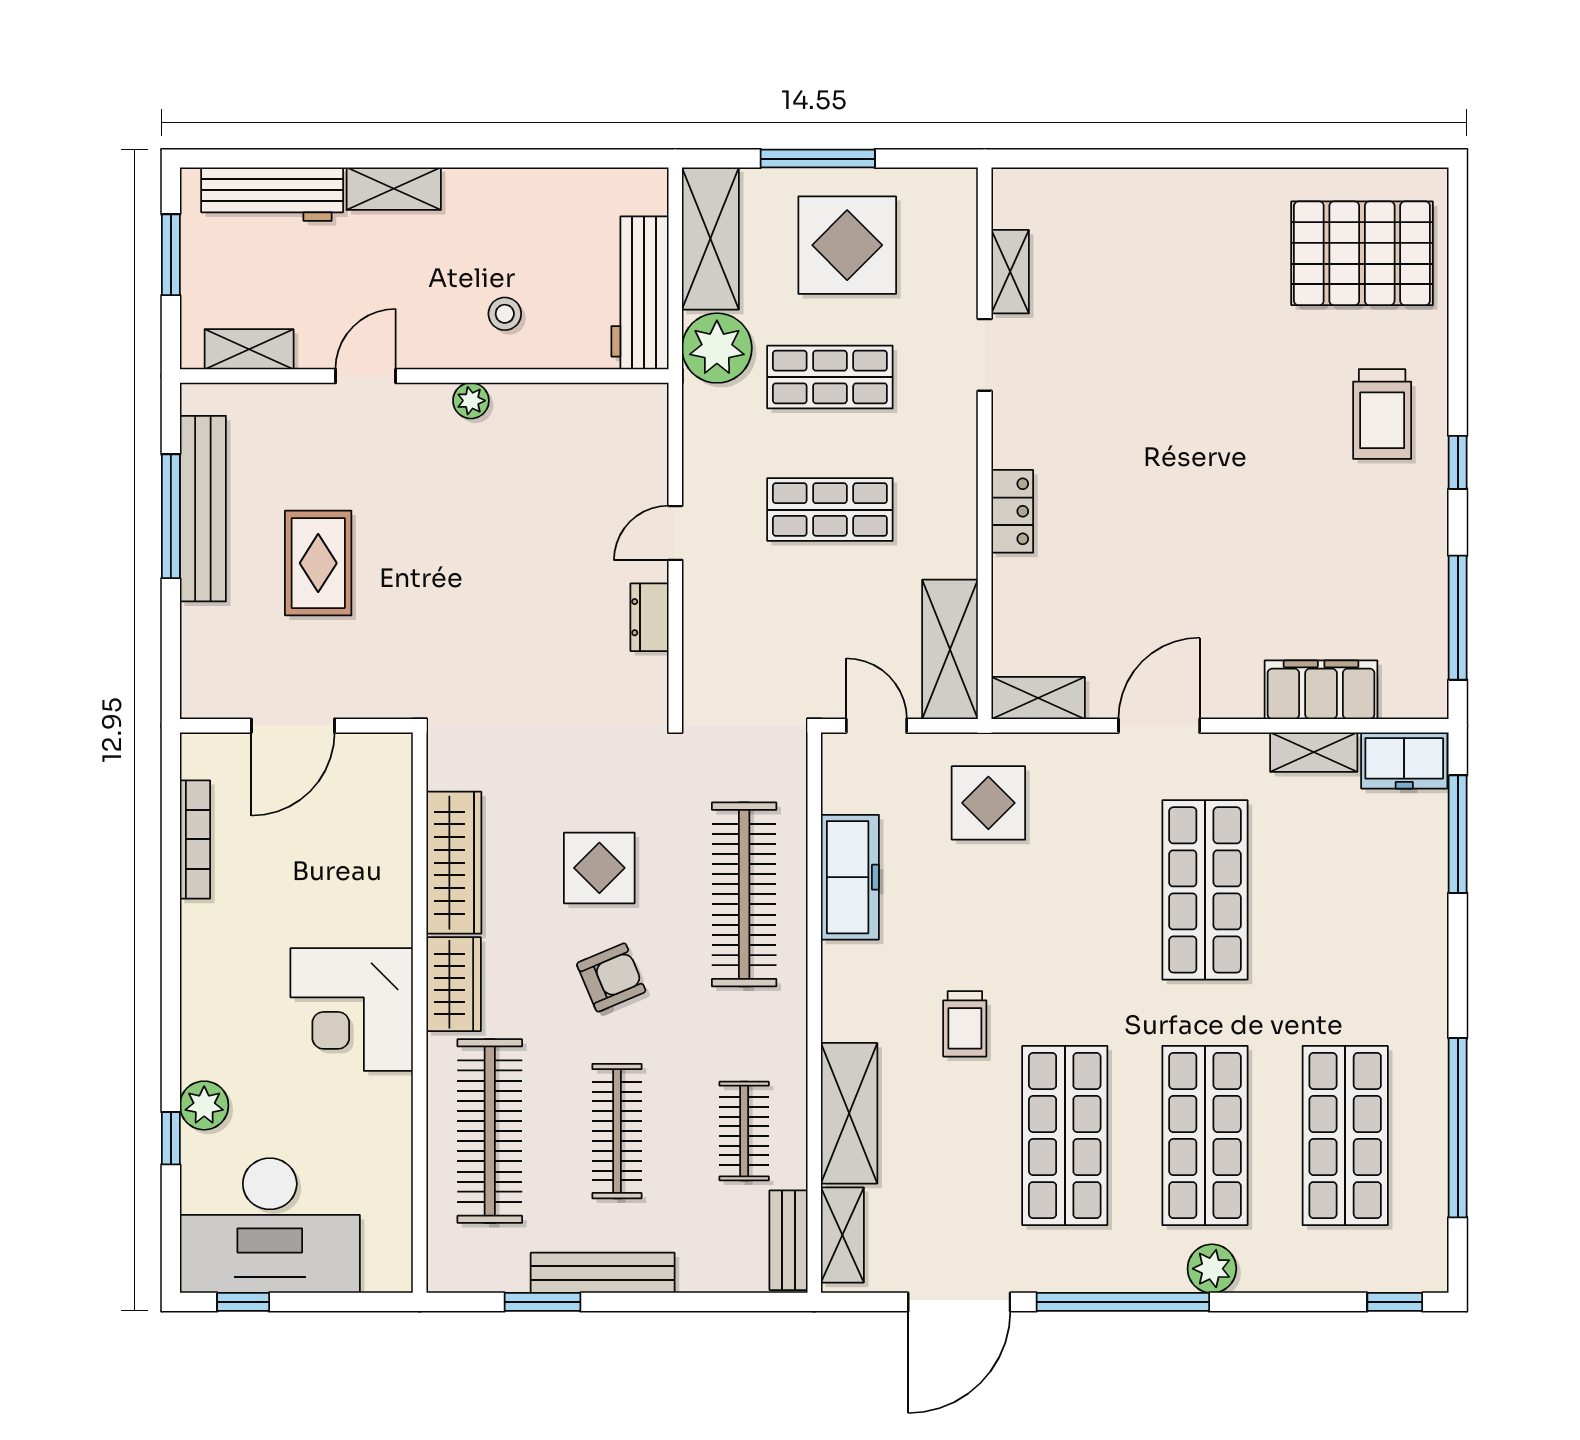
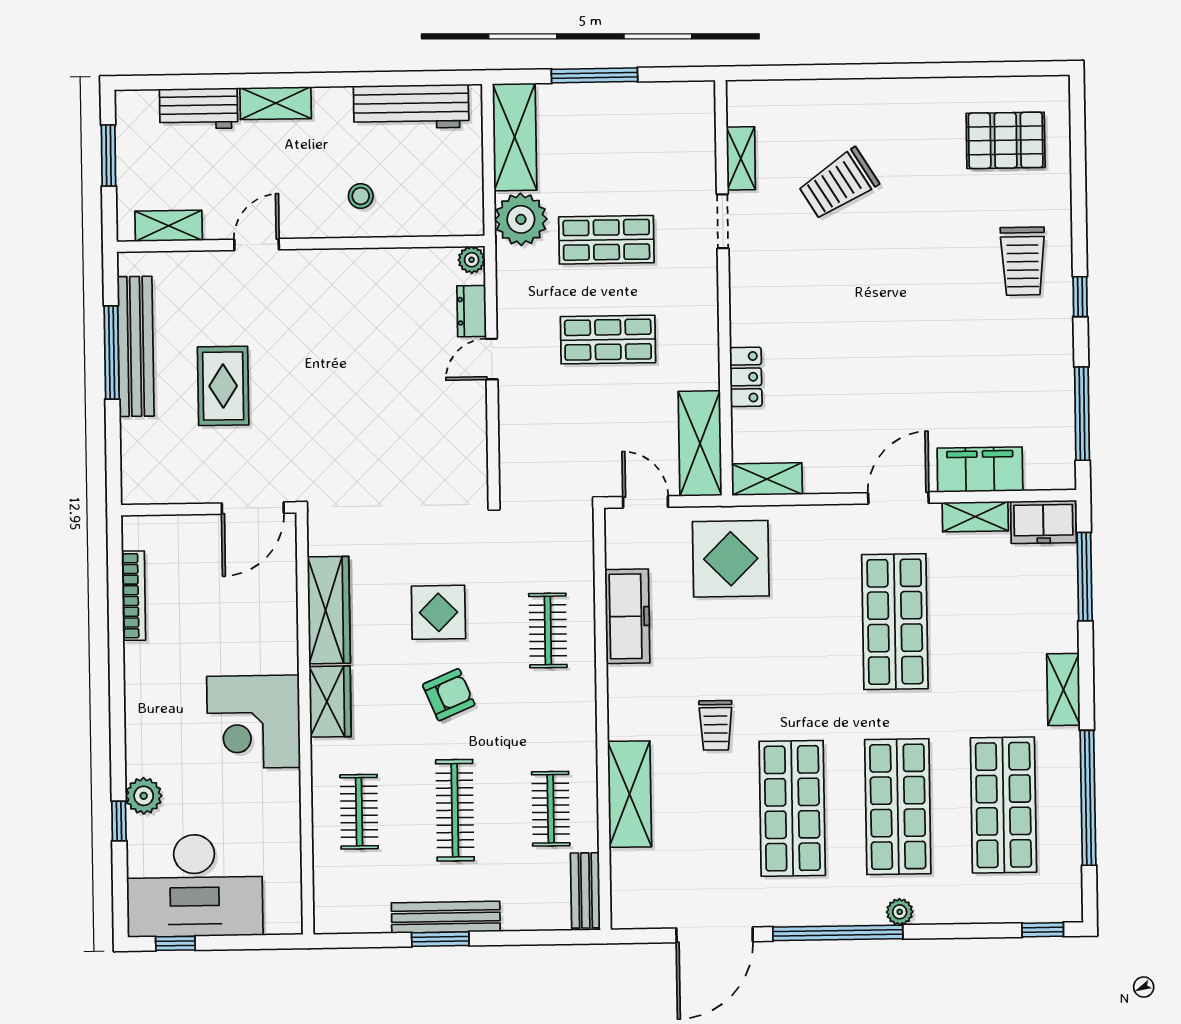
workbench: (272, 194) -> (199, 108), width x0.73
display table: (847, 245) -> (618, 140), removed
pallet: (1362, 253) -> (1006, 140), width x0.73, depth x0.71
workbench: (640, 293) -> (411, 107), moved, turned -90
trolley: (1139, 308) -> (838, 184), added
plant: (471, 401) -> (472, 260), moved
locker: (1012, 511) -> (746, 377), moved
dresser: (649, 617) -> (472, 311), moved
door: (293, 726) -> (253, 508), moved
door: (1159, 726) -> (898, 498), moved
display table: (988, 803) -> (731, 559), width x1.36, depth x1.36
clothes rail: (744, 894) -> (548, 630), width x0.54, depth x0.76
clothes rail: (490, 1131) -> (359, 812), width x0.54, depth x0.76
shelving: (842, 1235) -> (1063, 689), moved
plant: (1212, 1269) -> (900, 912), width x0.73, depth x0.73
window: (542, 1302) -> (440, 939), moved

